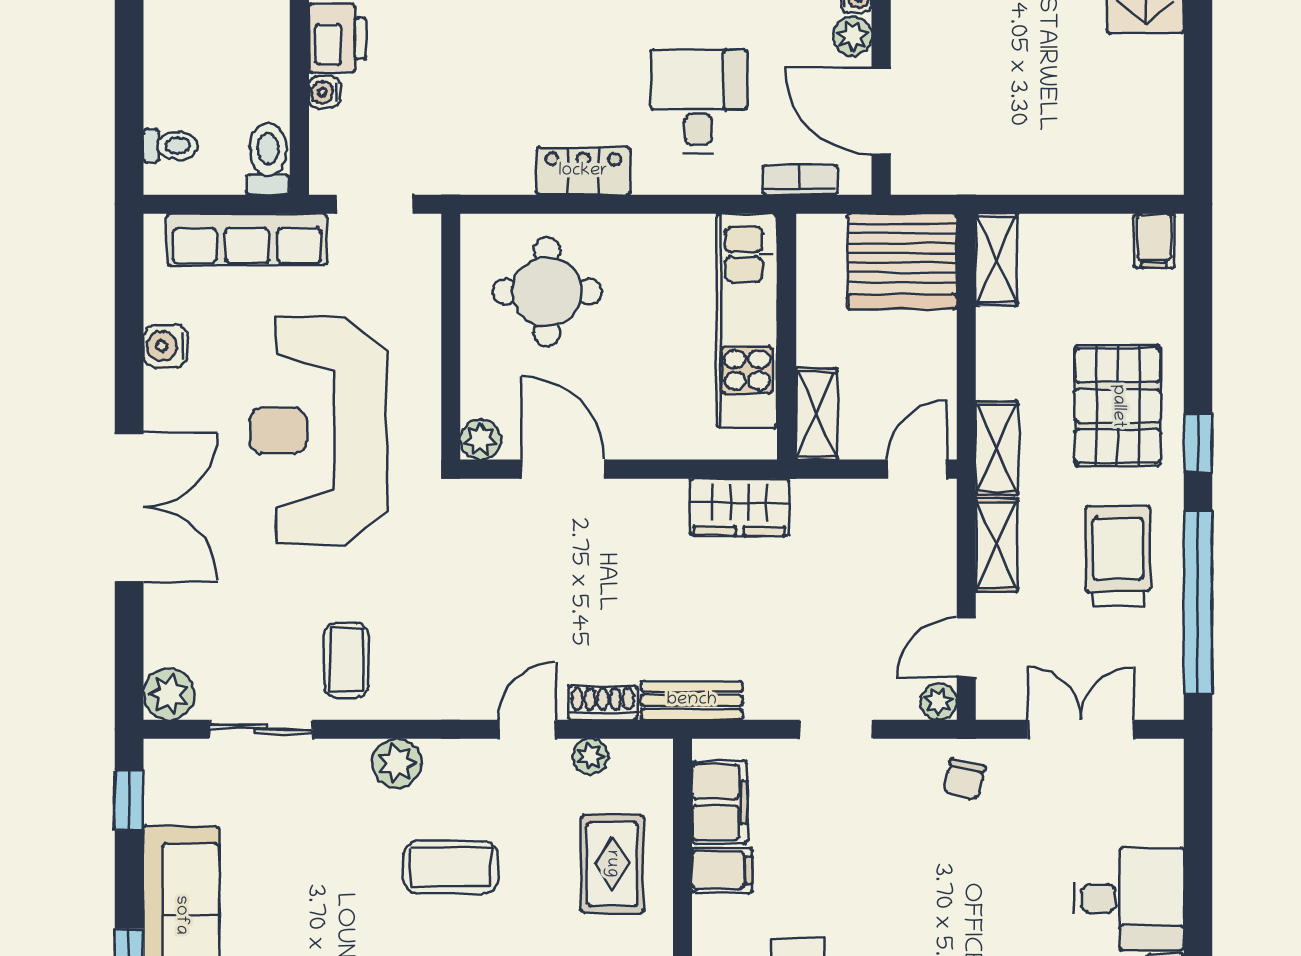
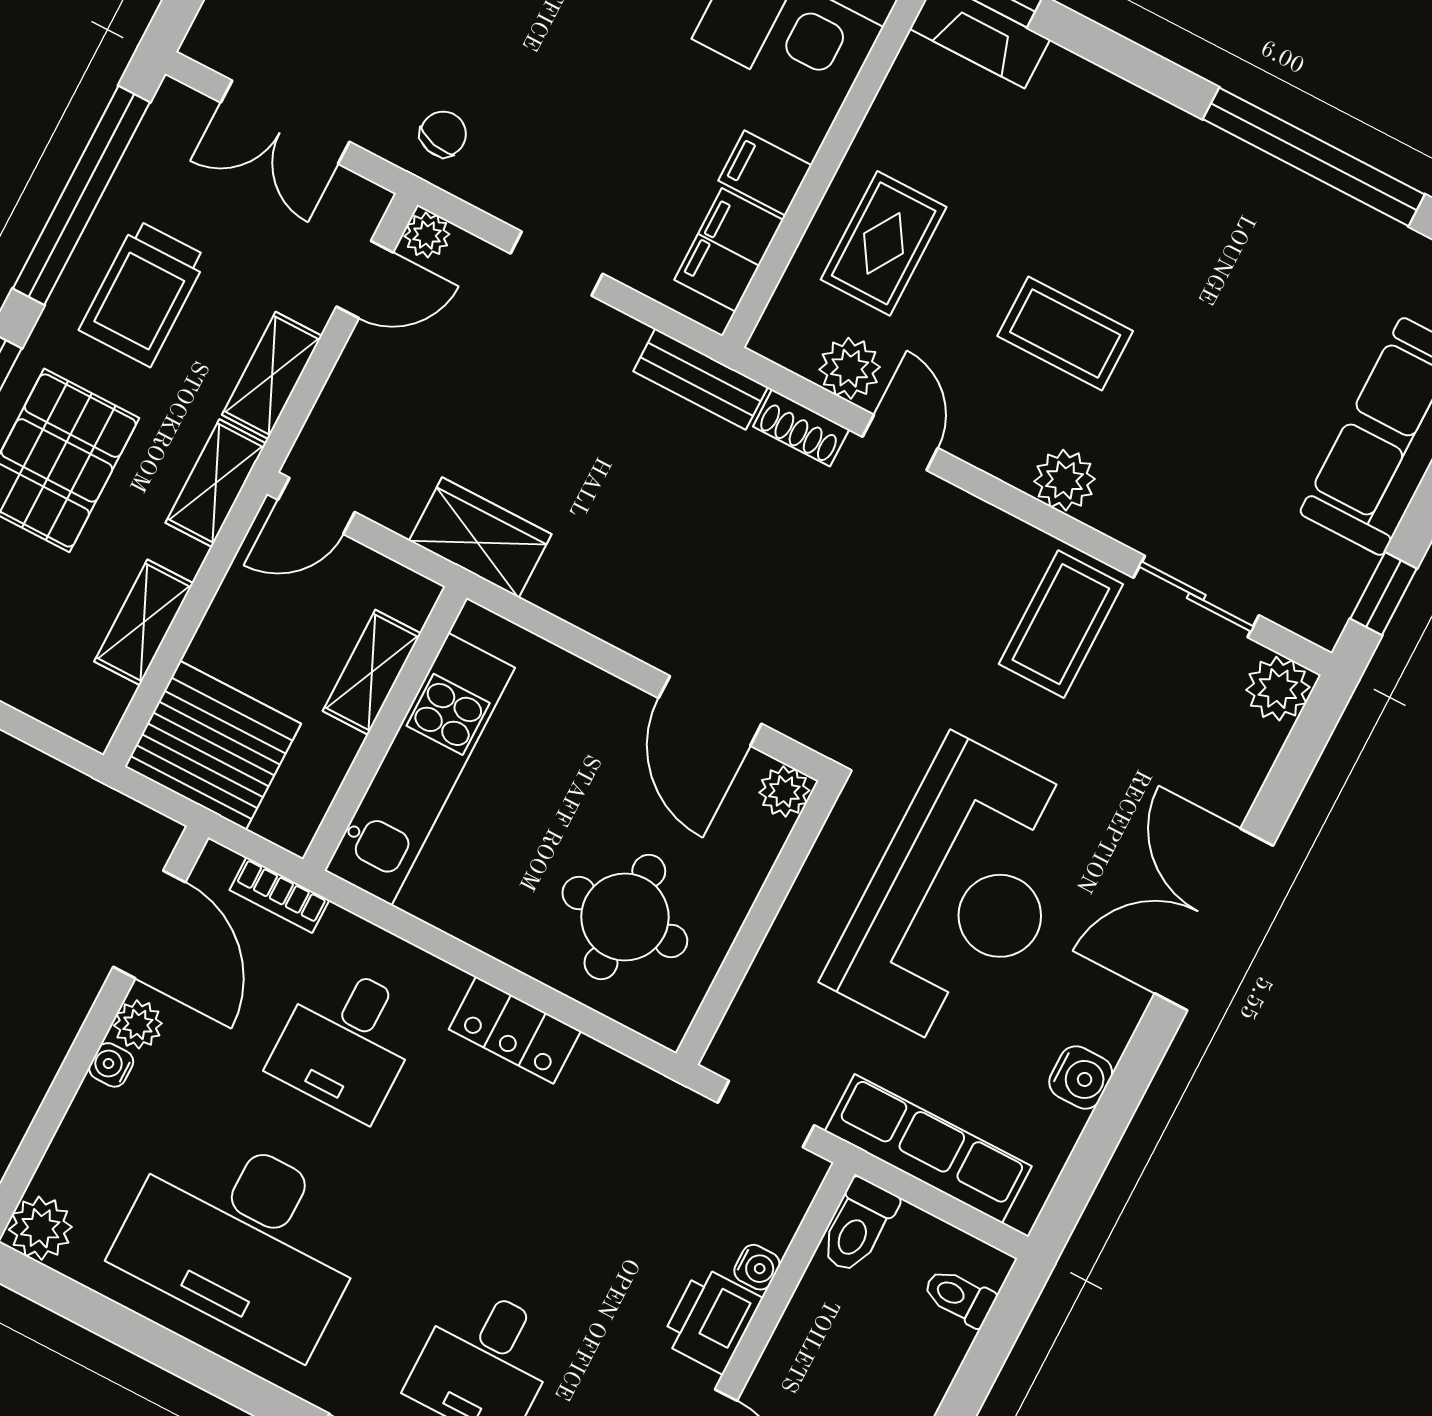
shelving: (996, 260) -> (144, 622), moved
shelving: (817, 414) -> (372, 672), moved
wardrobe: (740, 507) -> (480, 537), moved
coffee table: (346, 660) -> (1061, 624), width x1.36, depth x1.30
door: (527, 729) -> (900, 442), swing flipped
plant: (590, 756) -> (850, 368), width x1.38, depth x1.38

